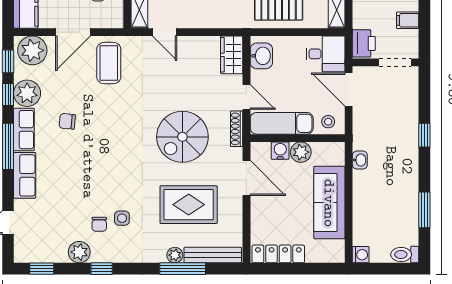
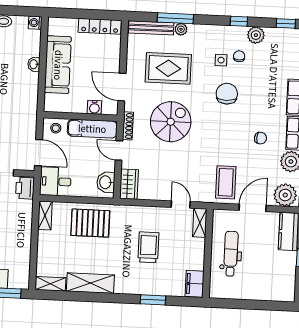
plant: (301, 152) -> (78, 105), removed
washbasin: (360, 160) -> (34, 64), moved
chair: (113, 176) -> (227, 94), added

